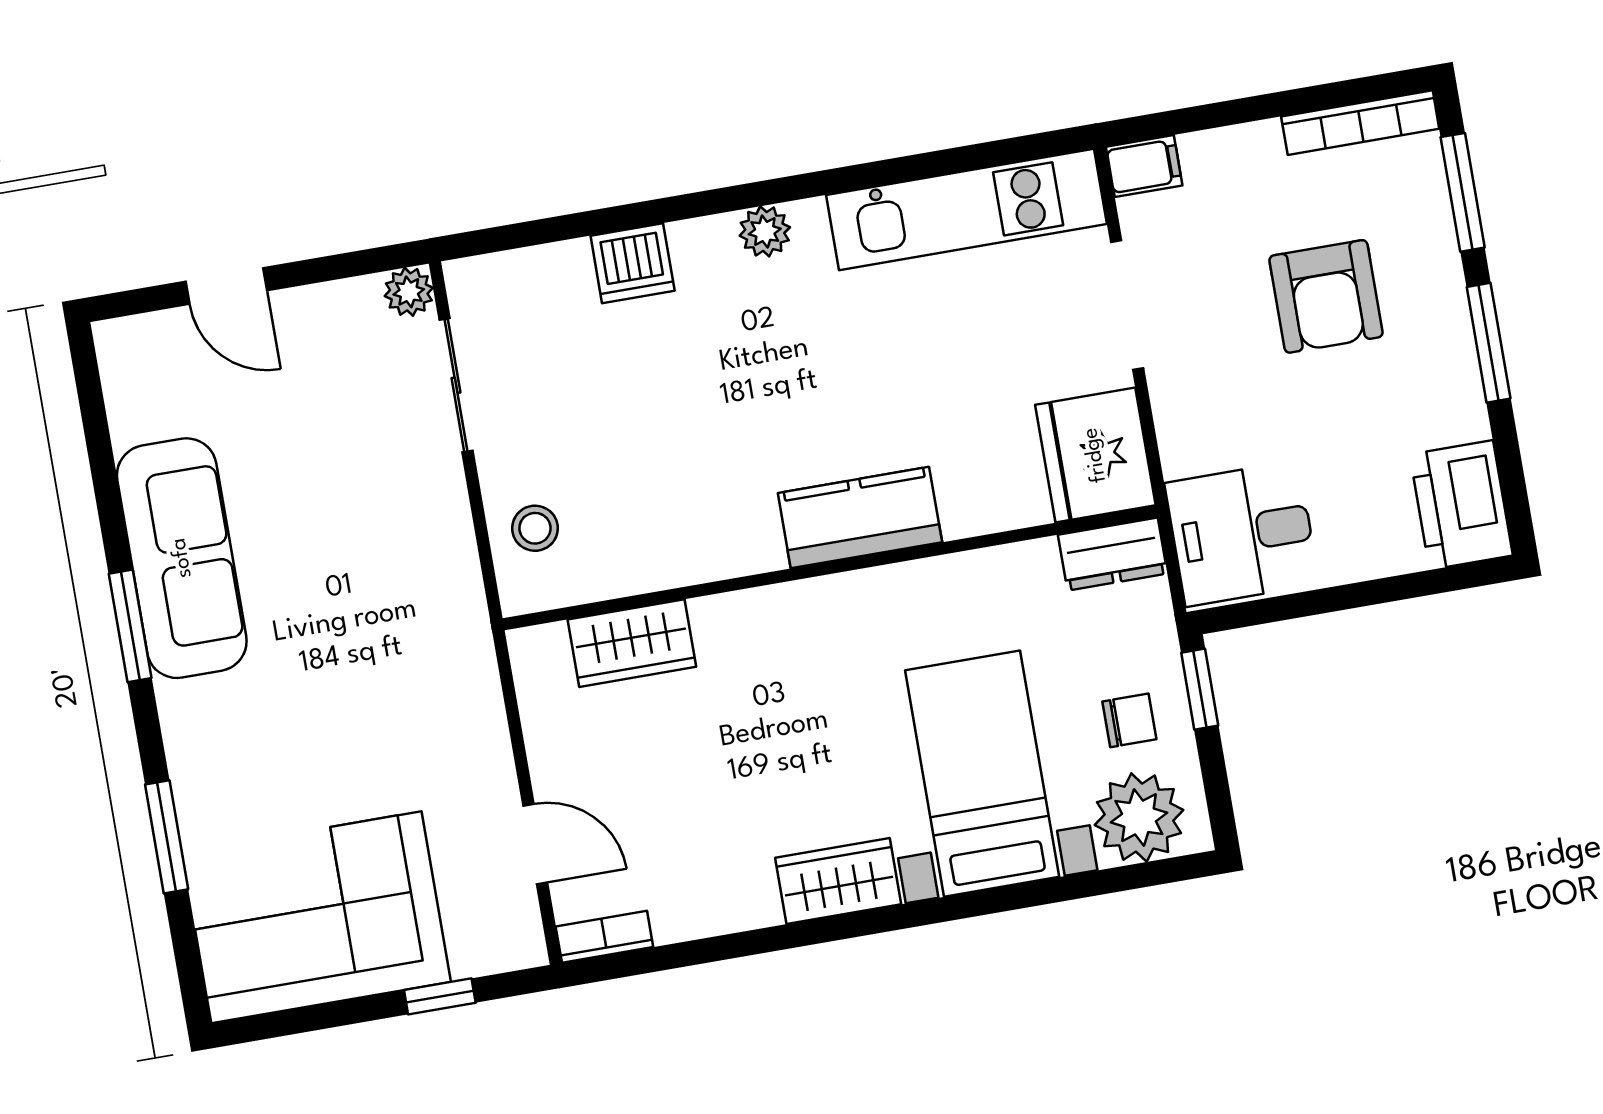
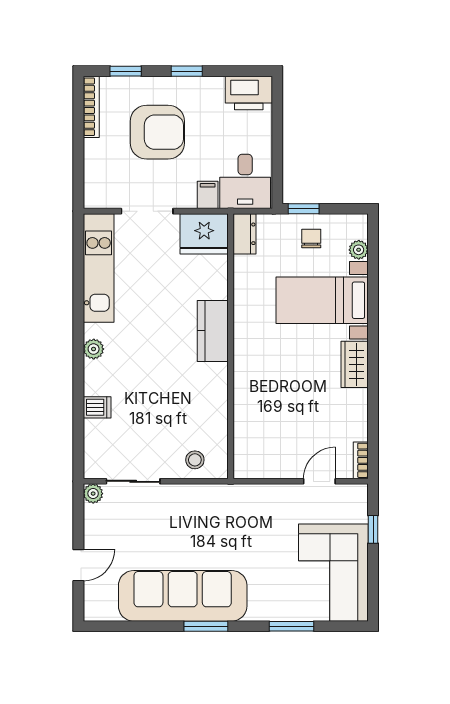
filing cabinet: (1144, 166) -> (208, 195), moved
window: (1463, 192) -> (126, 71), width x0.67
dishwasher: (633, 263) -> (97, 407), width x0.73
armchair: (1326, 296) -> (157, 132), width x1.36, depth x1.36
window: (1489, 343) -> (187, 71), width x0.67
sofa: (182, 558) -> (183, 596), width x1.36, depth x1.27
wardrobe: (632, 643) -> (247, 429), removed
plant: (1139, 818) -> (359, 250), width x0.53, depth x0.53

